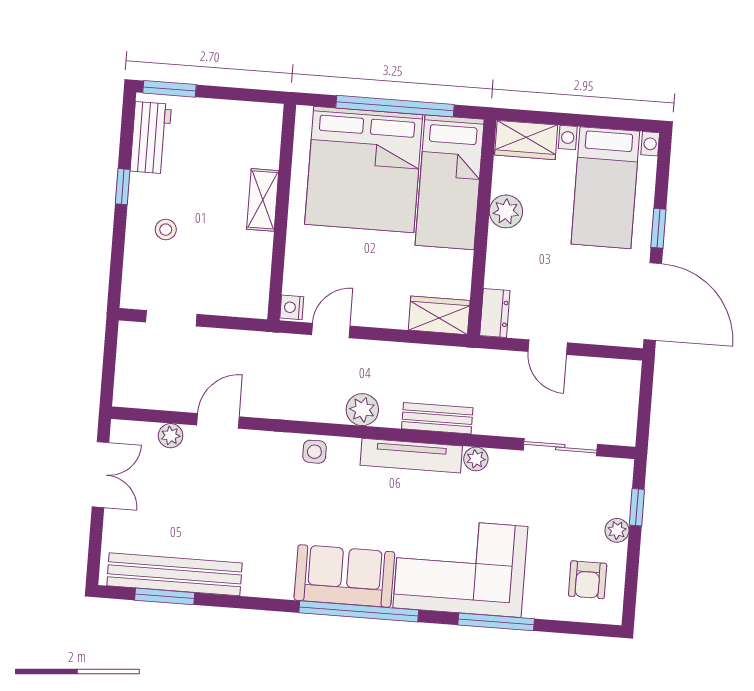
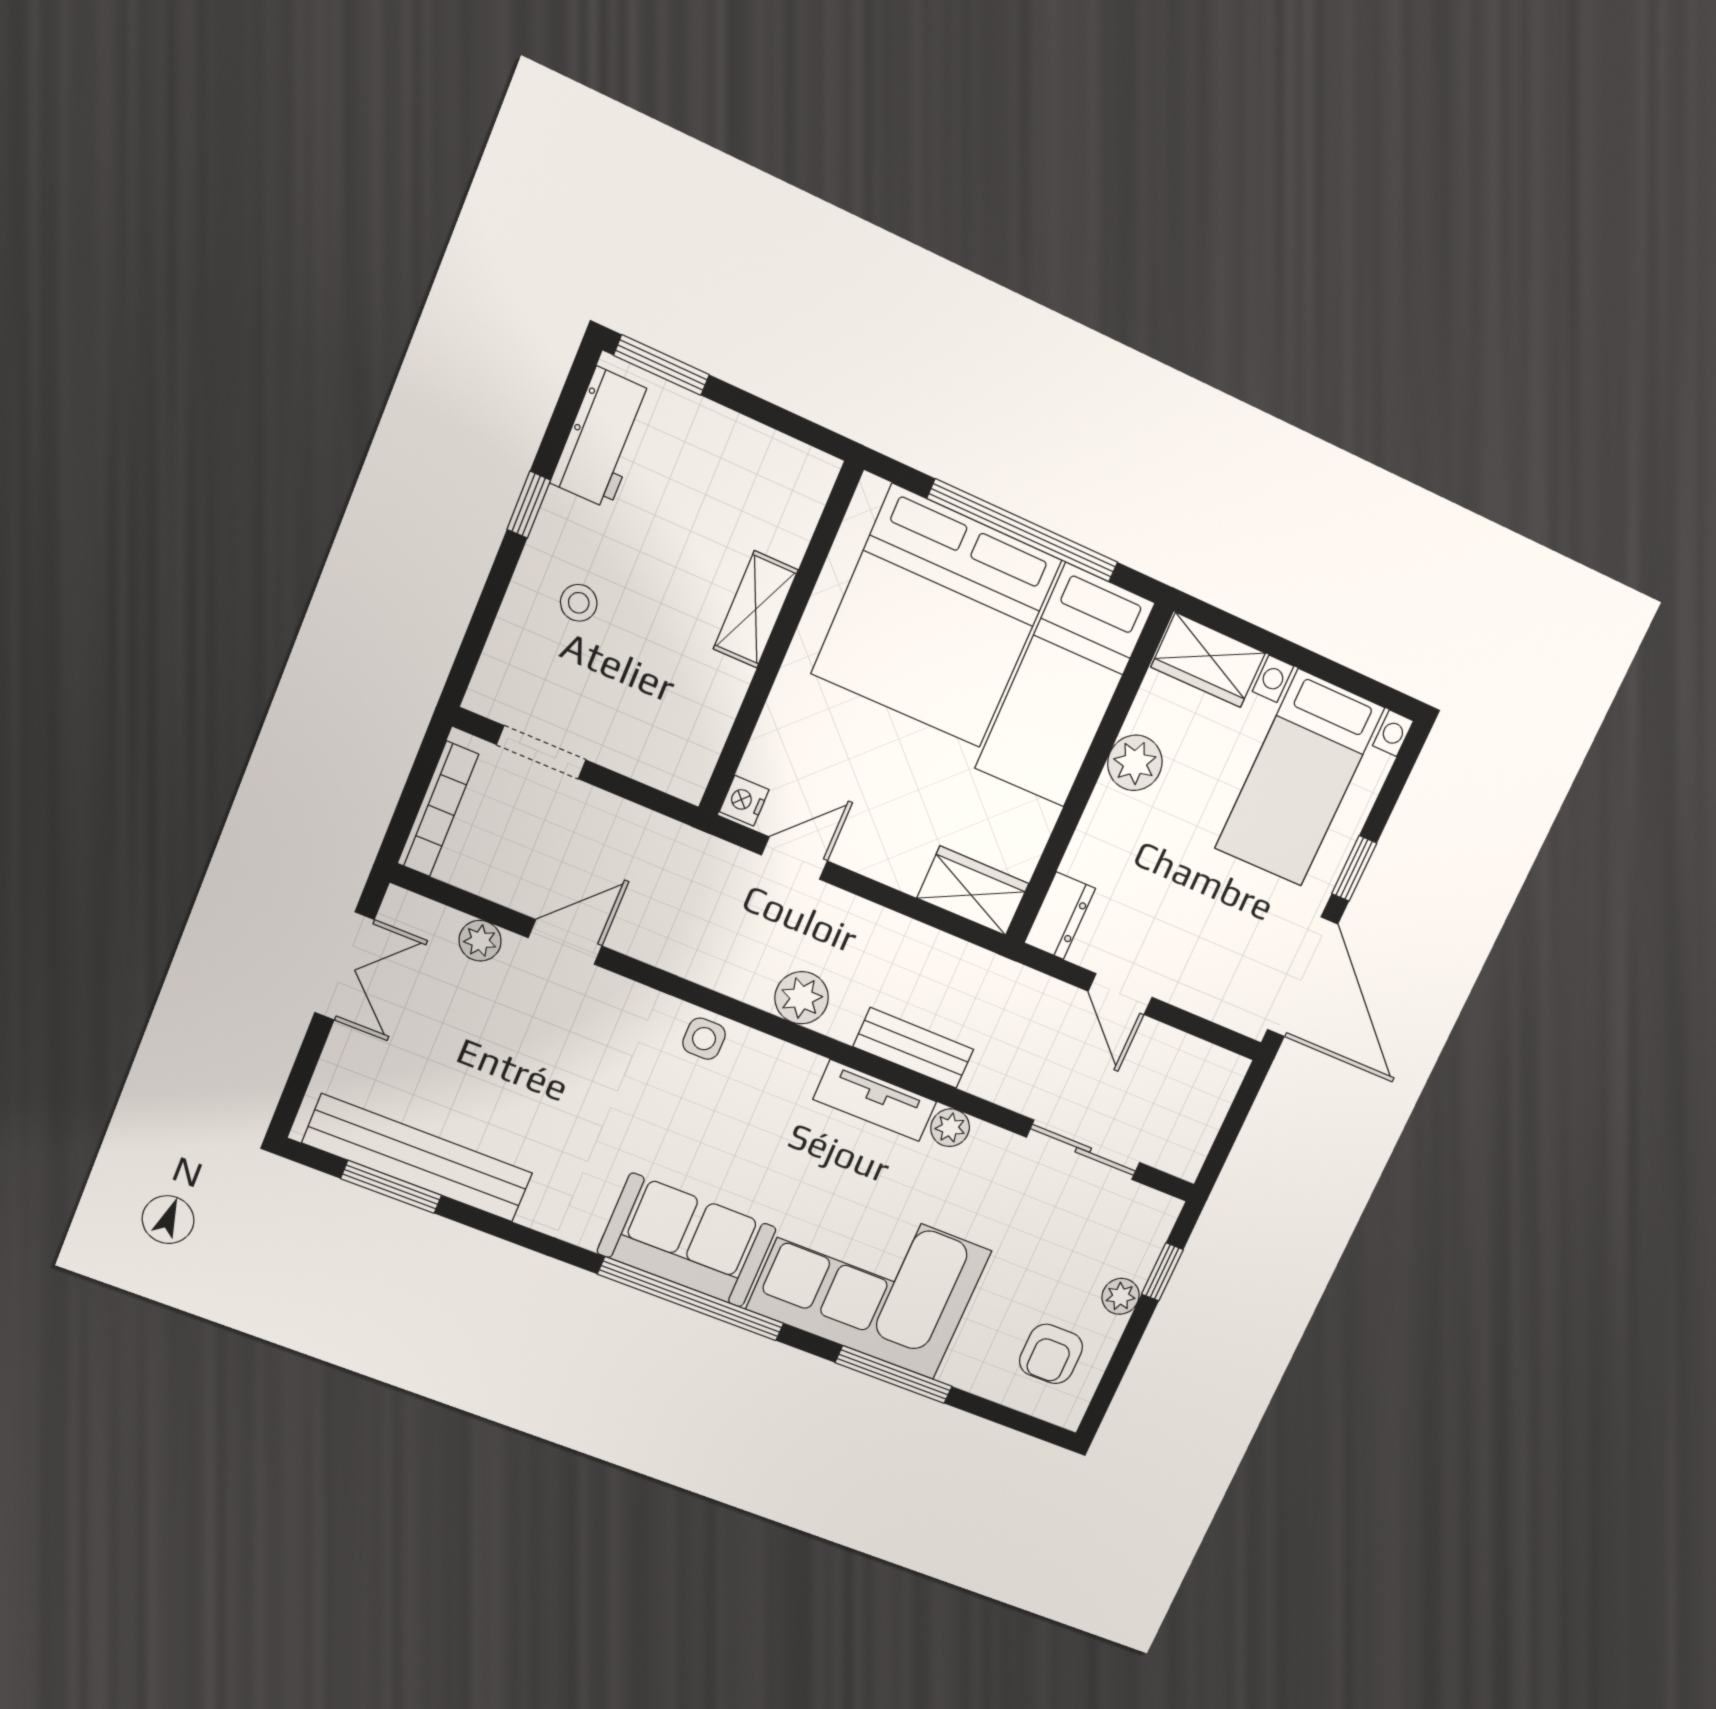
bookcase: (125, 369) -> (438, 809), added
tv unit: (411, 456) -> (875, 1101), width x0.71

